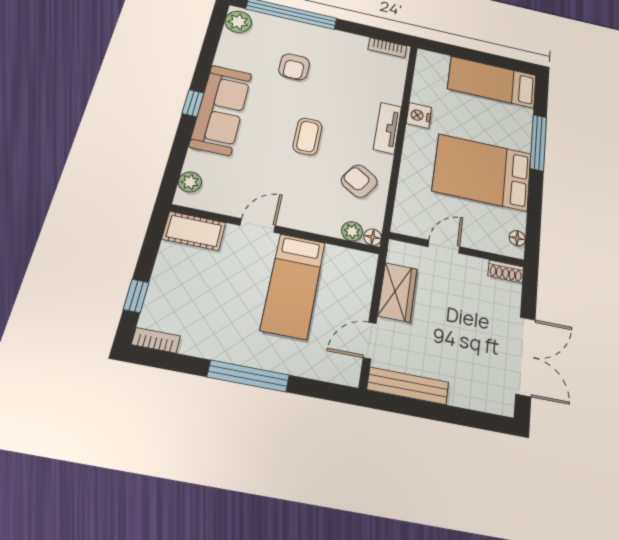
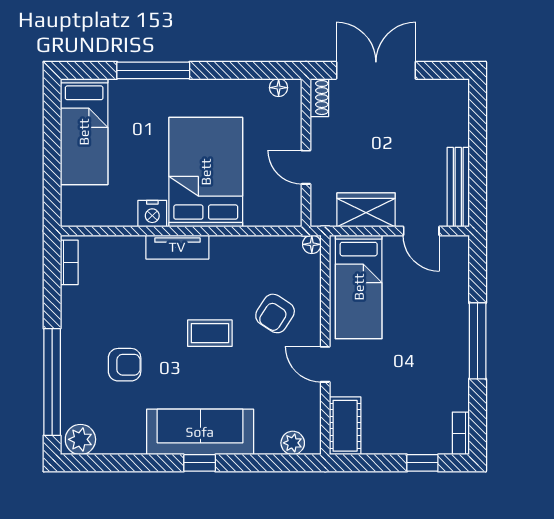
bed: (482, 172) -> (206, 172), moved, turned 180
armchair: (359, 181) -> (275, 313), moved
plant: (352, 231) -> (310, 267), removed
bed: (293, 286) -> (359, 287), moved, turned 90
double door: (526, 356) -> (376, 70), moved

